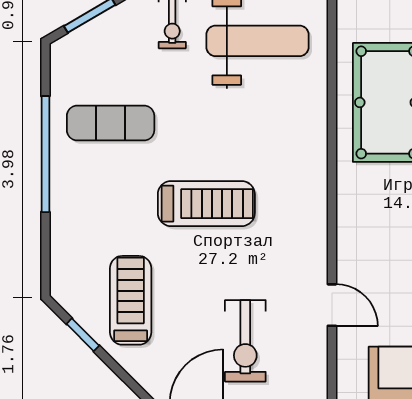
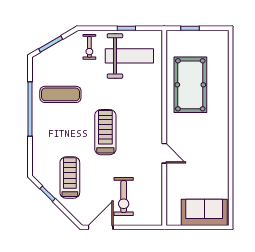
treadmill: (206, 204) -> (105, 132), turned -90
door: (332, 305) -> (164, 153), moved

